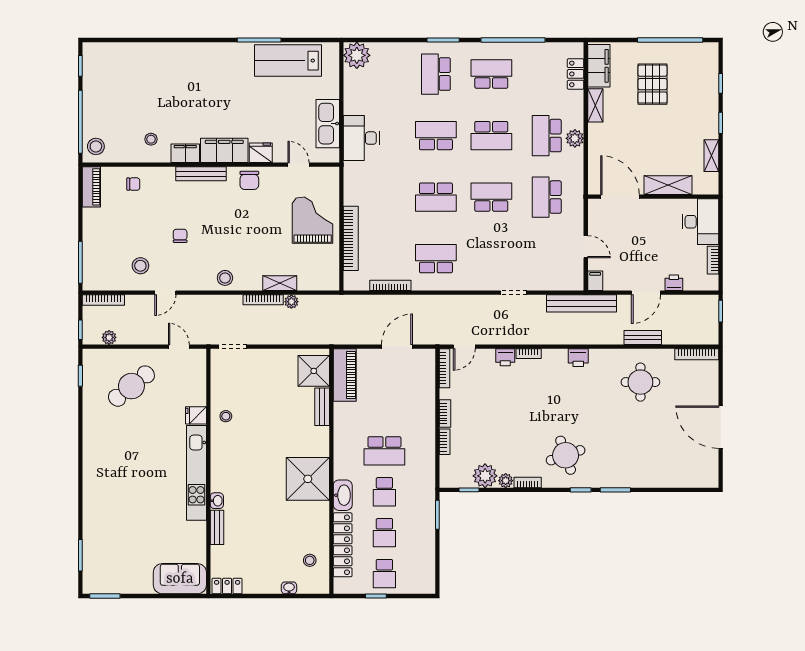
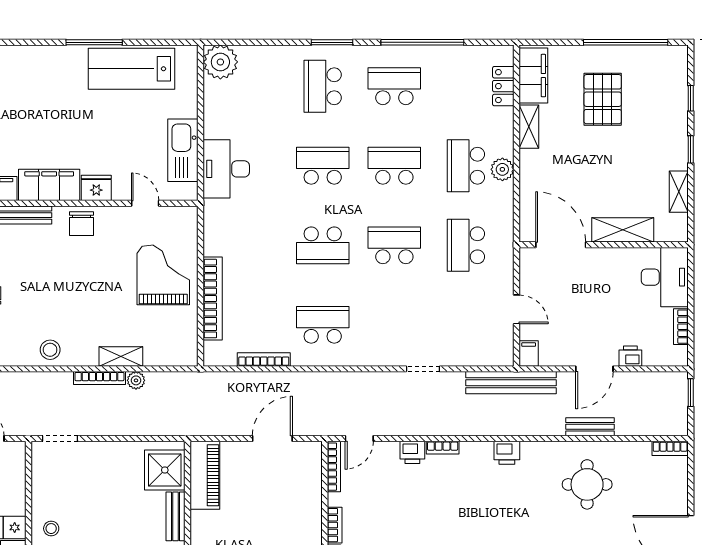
school desk: (491, 136) -> (394, 166), turned 180
bookcase: (697, 354) -> (670, 448), width x0.64

